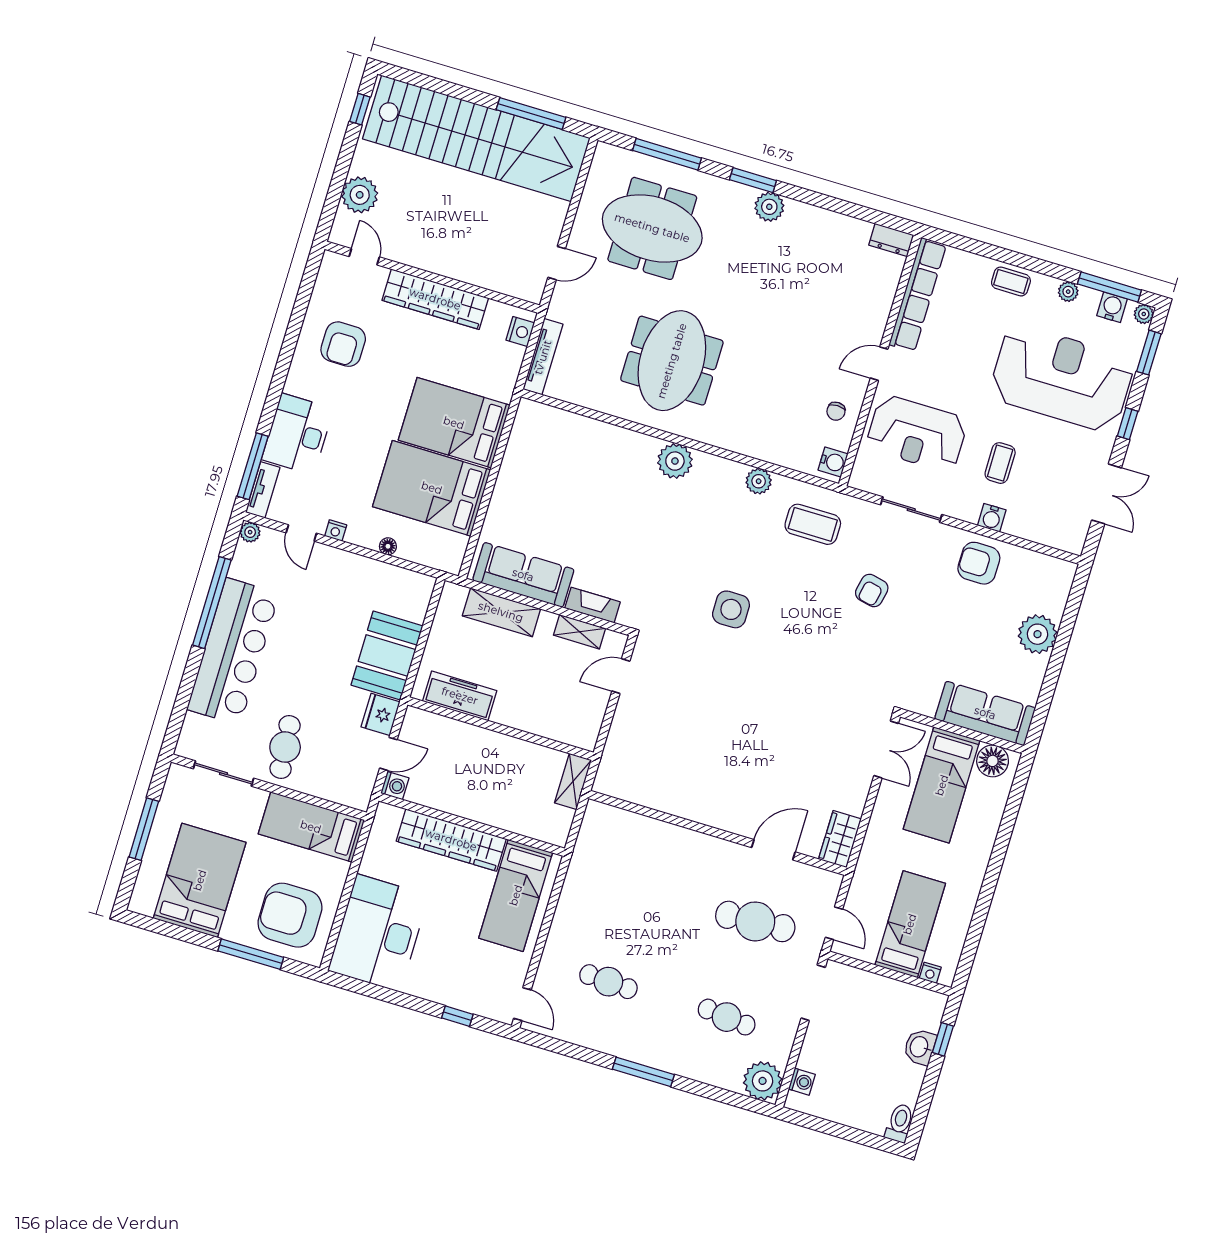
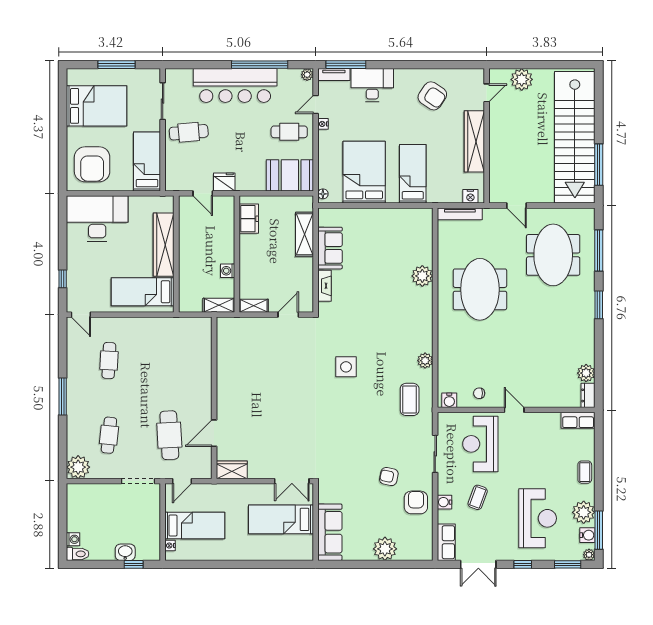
window: (360, 109) -> (571, 65), removed
plant: (769, 207) -> (586, 373), moved
plant: (1068, 292) -> (584, 512), width x1.87, depth x1.87
row of seats: (918, 295) -> (578, 420), width x0.50
armchair: (343, 344) -> (432, 96), turned -146
meeting table: (672, 361) -> (480, 289), turned 90
reception desk: (1062, 378) -> (538, 518), width x0.74, depth x0.77
bed: (454, 423) -> (413, 174), width x0.67
plant: (675, 461) -> (422, 276), moved
coffee table: (1000, 463) -> (478, 497), turned -70
row of seats: (1056, 534) -> (446, 542), added
floor lamp: (388, 546) -> (323, 194), moved
sofa: (523, 575) -> (330, 248), width x0.73
cafe table: (332, 588) -> (289, 132), added
armchair: (872, 590) -> (389, 477), moved
shelving: (579, 632) -> (254, 306), moved, turned 90
booth: (387, 655) -> (290, 175), moved
door: (621, 676) -> (288, 315), hinge flipped
freezer: (460, 696) -> (249, 219), width x0.71
floor lamp: (993, 761) -> (304, 545), removed
washing machine: (395, 786) -> (228, 271), moved, turned 90
door: (773, 850) -> (214, 433), swing flipped
armchair: (290, 915) -> (92, 164), turned 180
window: (251, 954) -> (63, 148), removed
door: (522, 1004) -> (81, 315), hinge flipped
washing machine: (802, 1082) -> (73, 539), moved, turned -90

